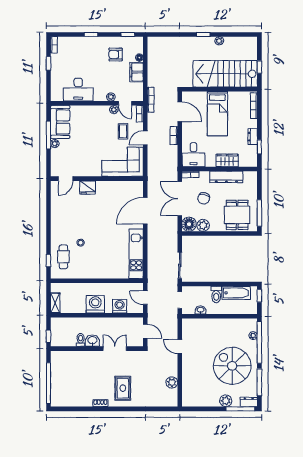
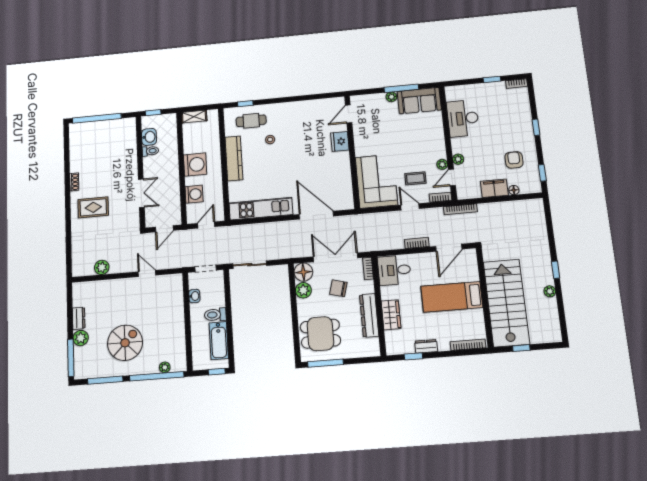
door: (66, 179) -> (349, 114), hinge flipped
kitchen counter: (93, 273) -> (234, 158), added
washbasin: (92, 341) -> (149, 137), moved
door: (180, 347) -> (147, 273), hinge flipped
spiral stairs: (232, 366) -> (125, 343), width x0.73, depth x0.73
dresser: (249, 402) -> (79, 318), moved

